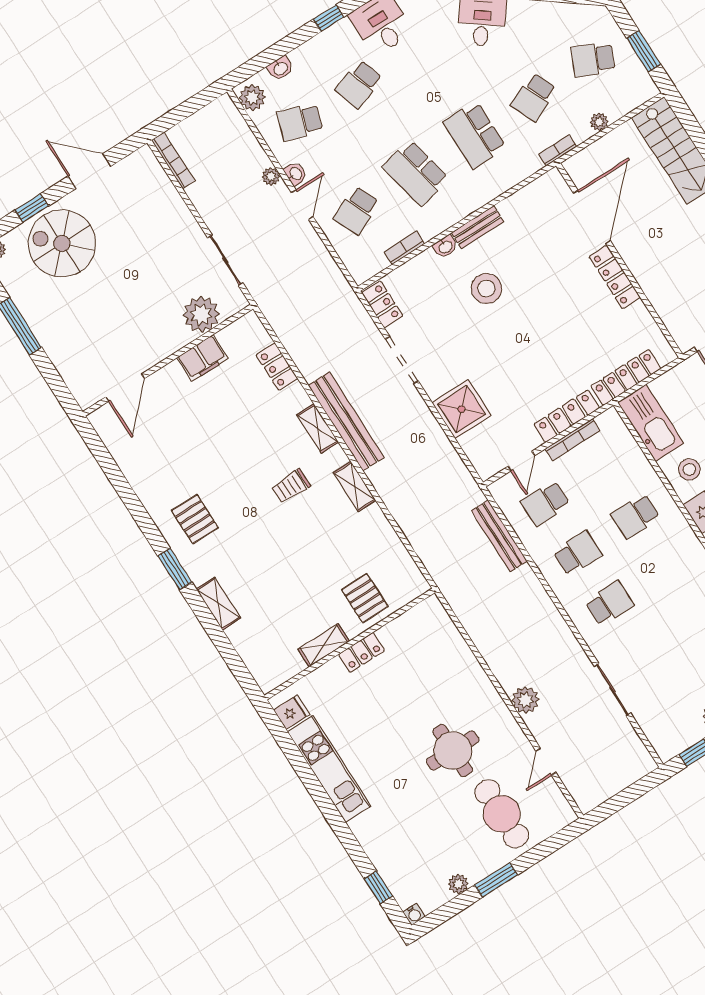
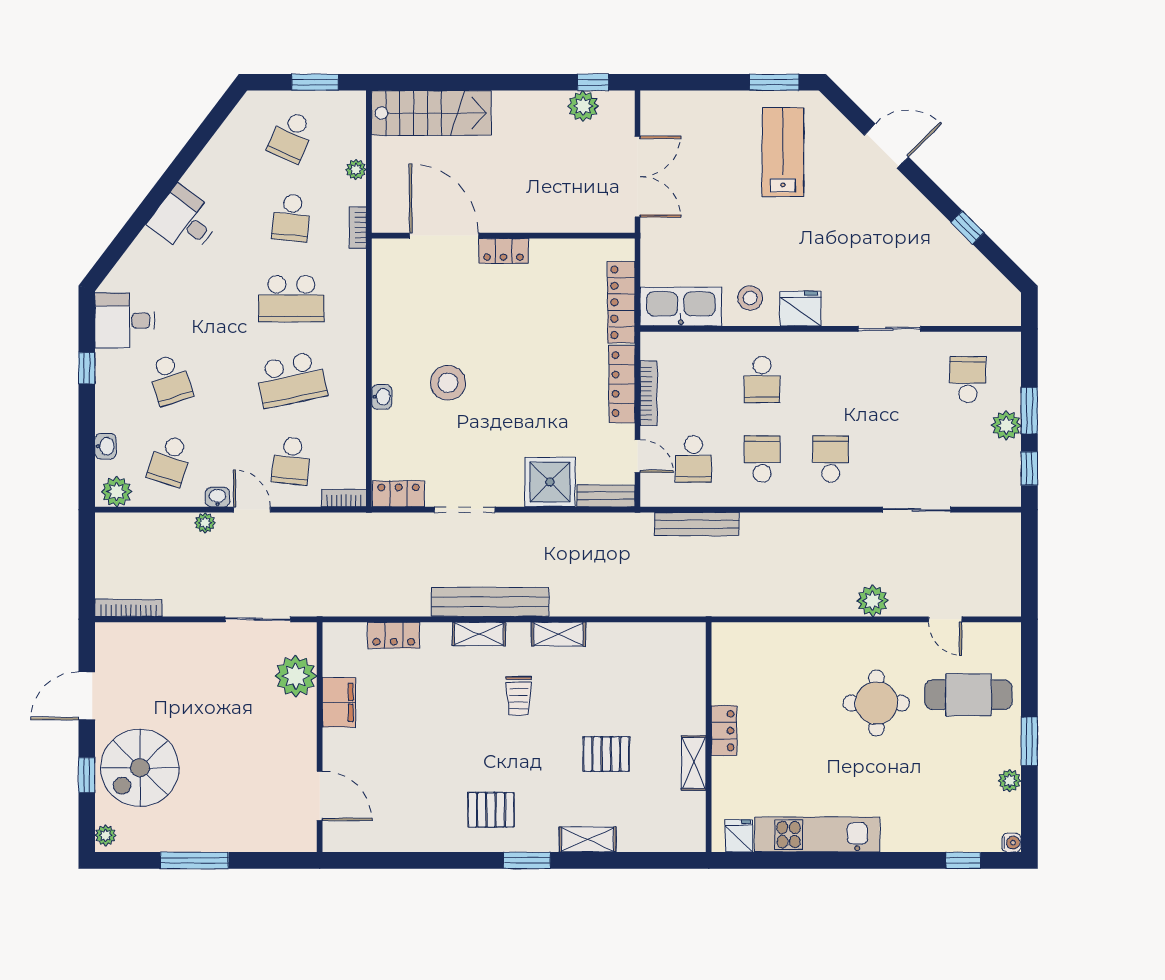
school desk: (534, 97) -> (291, 218), turned 30
school desk: (356, 211) -> (291, 461), turned 30
bench: (477, 227) -> (606, 496), moved, turned 90
bookcase: (404, 248) -> (344, 498), moved, turned 90
locker: (615, 277) -> (503, 251), width x0.66
pallet: (365, 598) -> (606, 754), moved

